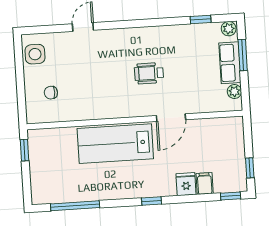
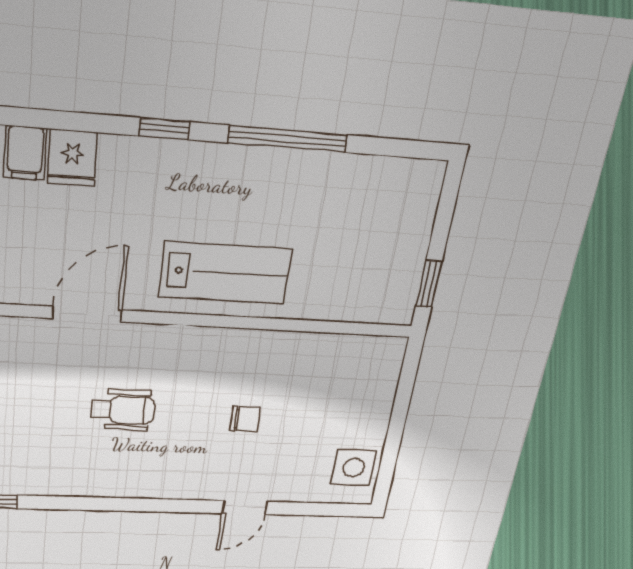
chair: (51, 93) -> (245, 419), moved
lab bench: (115, 144) -> (225, 273), width x0.73, depth x0.72
window: (75, 206) -> (288, 139), moved

